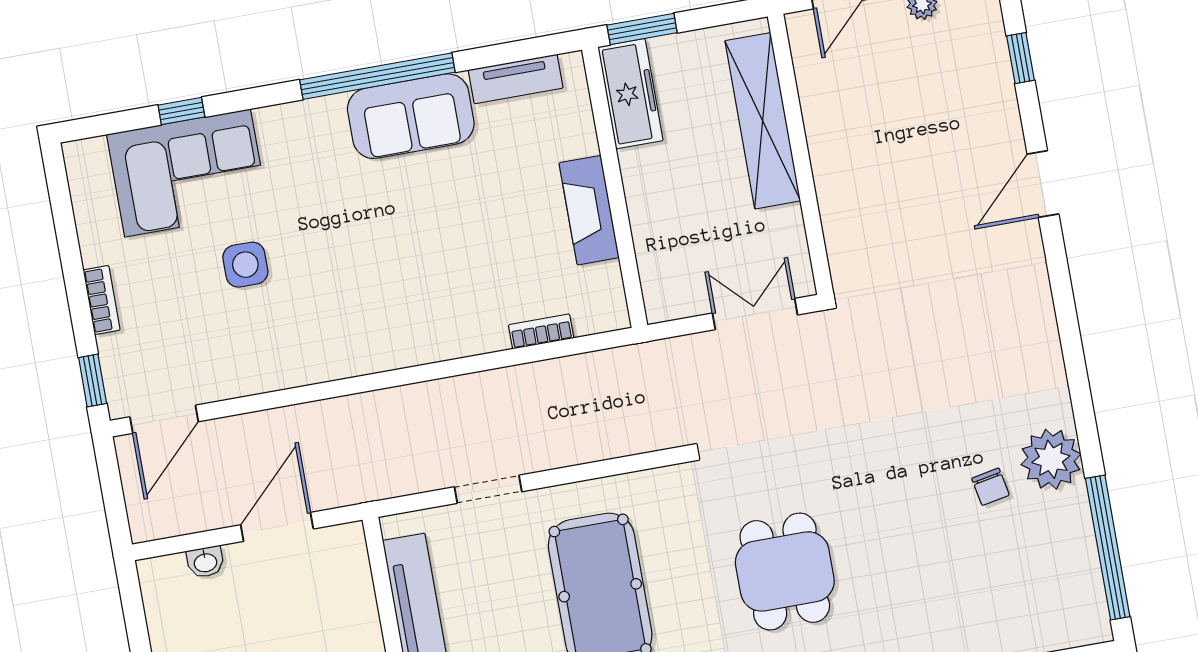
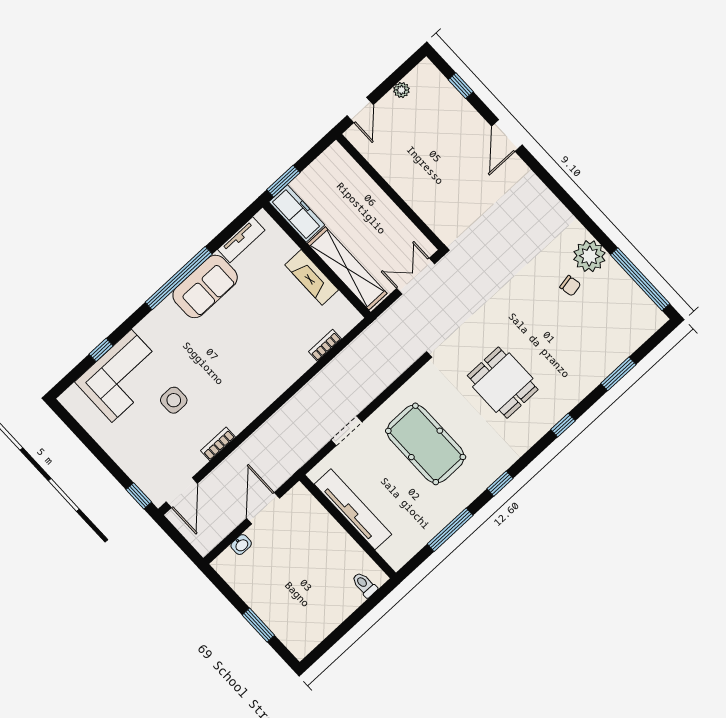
shelving: (763, 121) -> (347, 268), moved
bookcase: (102, 300) -> (218, 444), moved, turned -90

